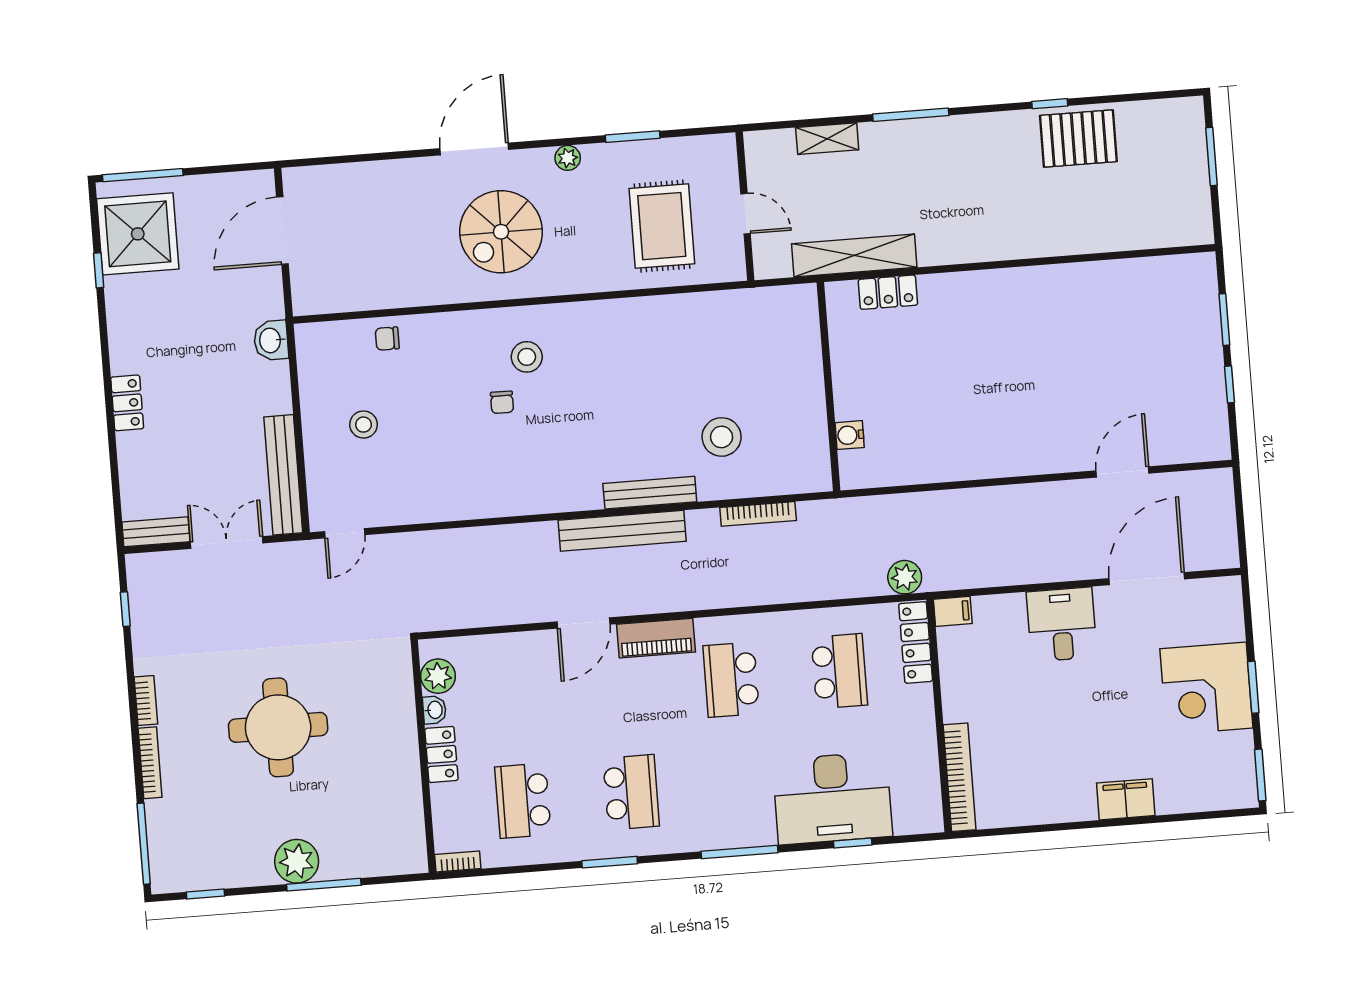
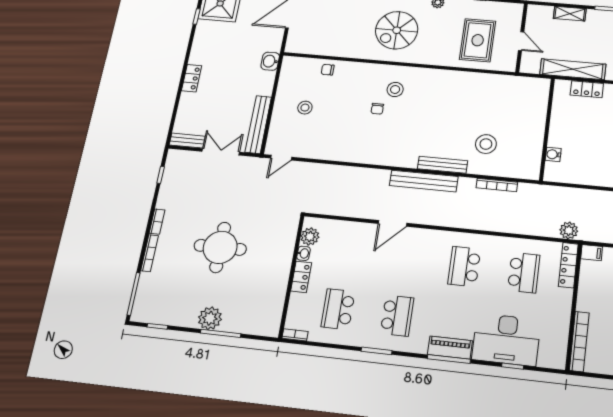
piano: (656, 638) -> (450, 348), moved, turned 180

